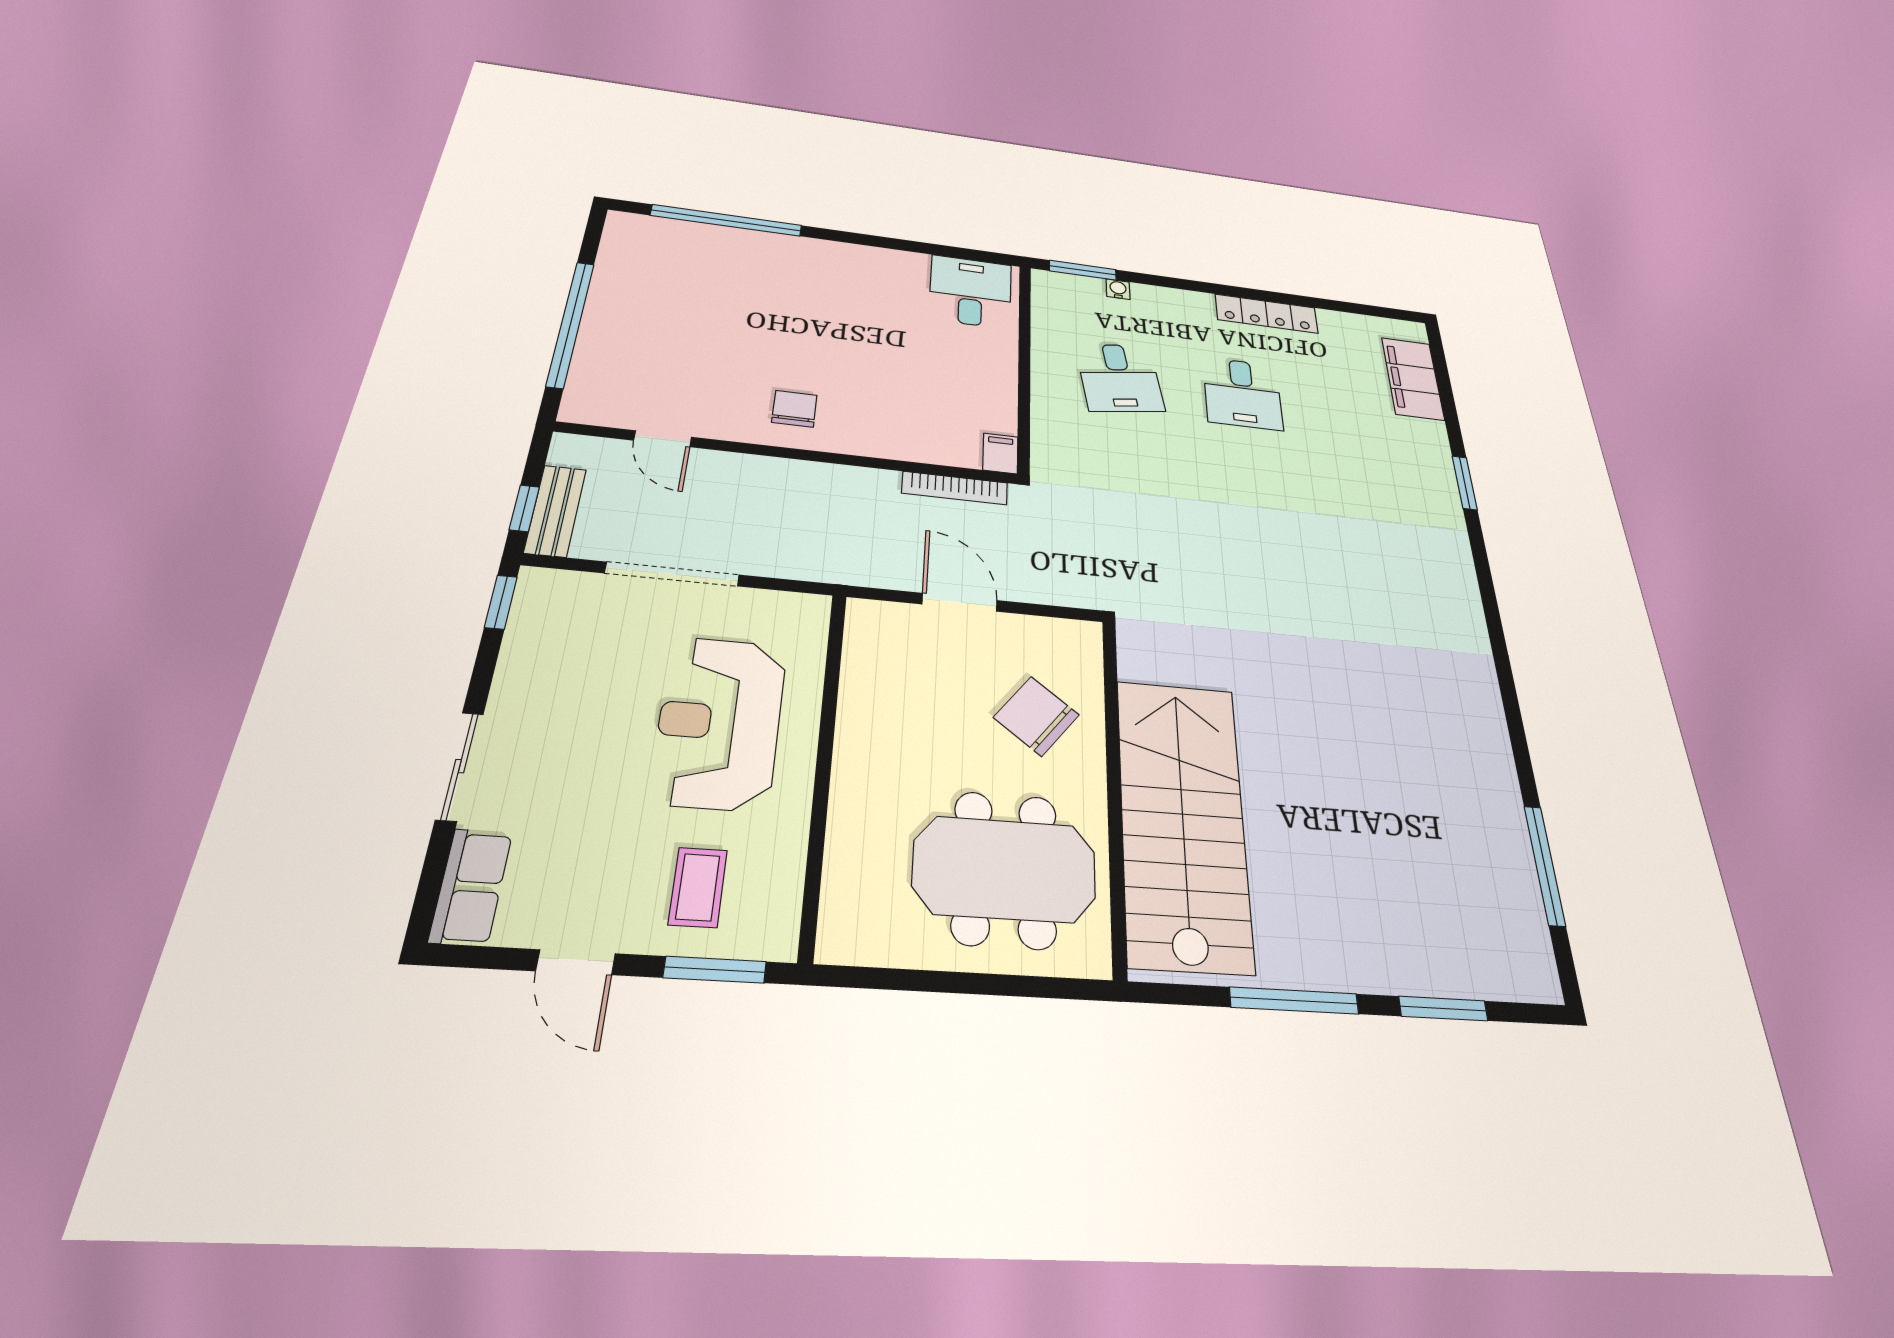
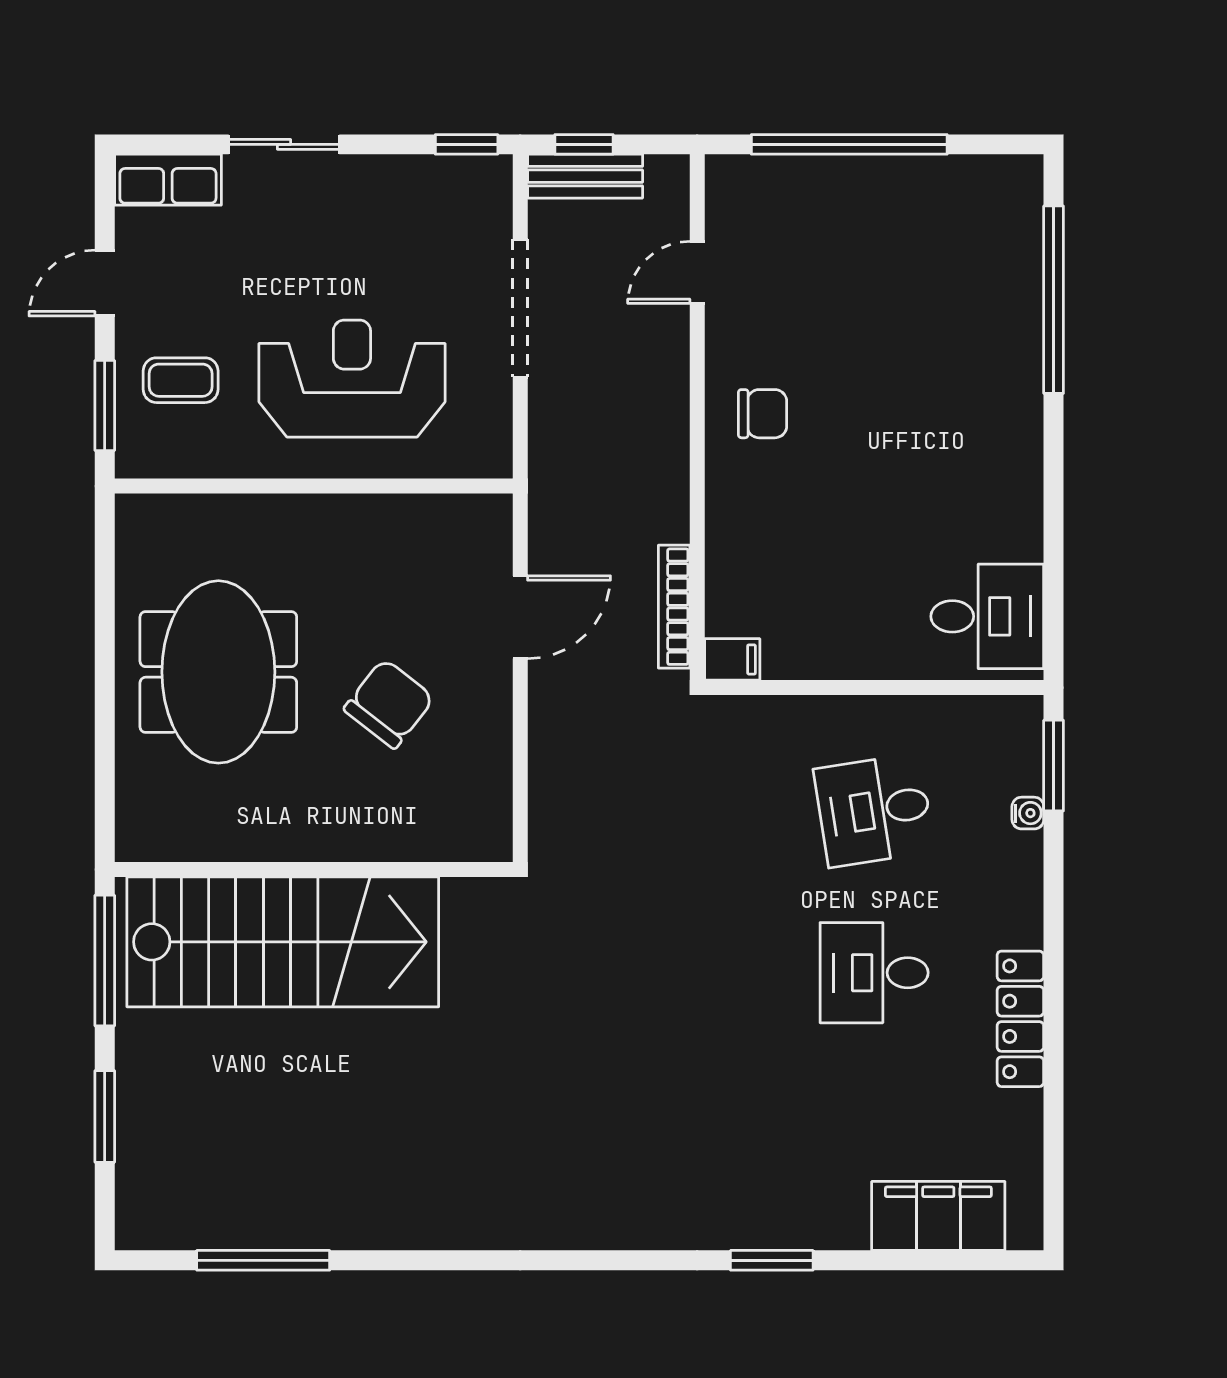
wall: (1114, 788) -> (314, 869), moved
stairs: (1183, 821) -> (283, 942), moved

